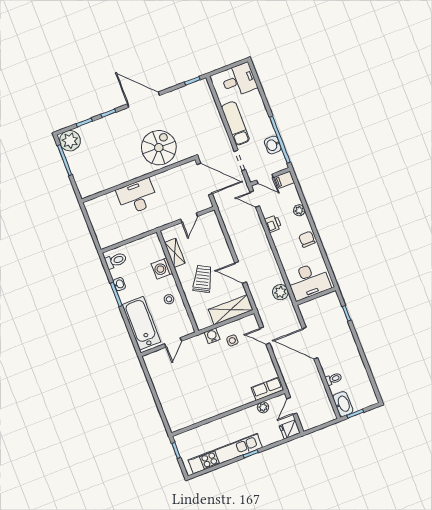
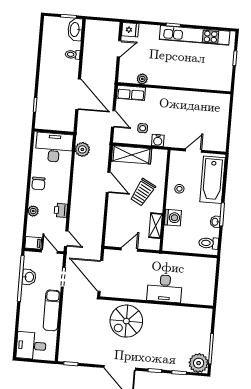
row of seats: (267, 389) -> (131, 93), moved
plant: (263, 407) -> (142, 79), moved
wall: (228, 413) -> (174, 88), moved

